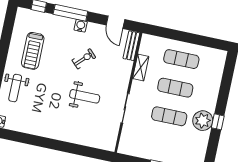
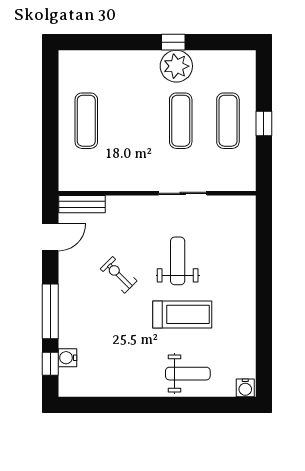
water cooler: (81, 26) -> (67, 358), moved
treadmill: (33, 51) -> (182, 314), moved
shelving: (141, 67) -> (113, 182), removed
exercise mat: (175, 88) -> (228, 121), moved

